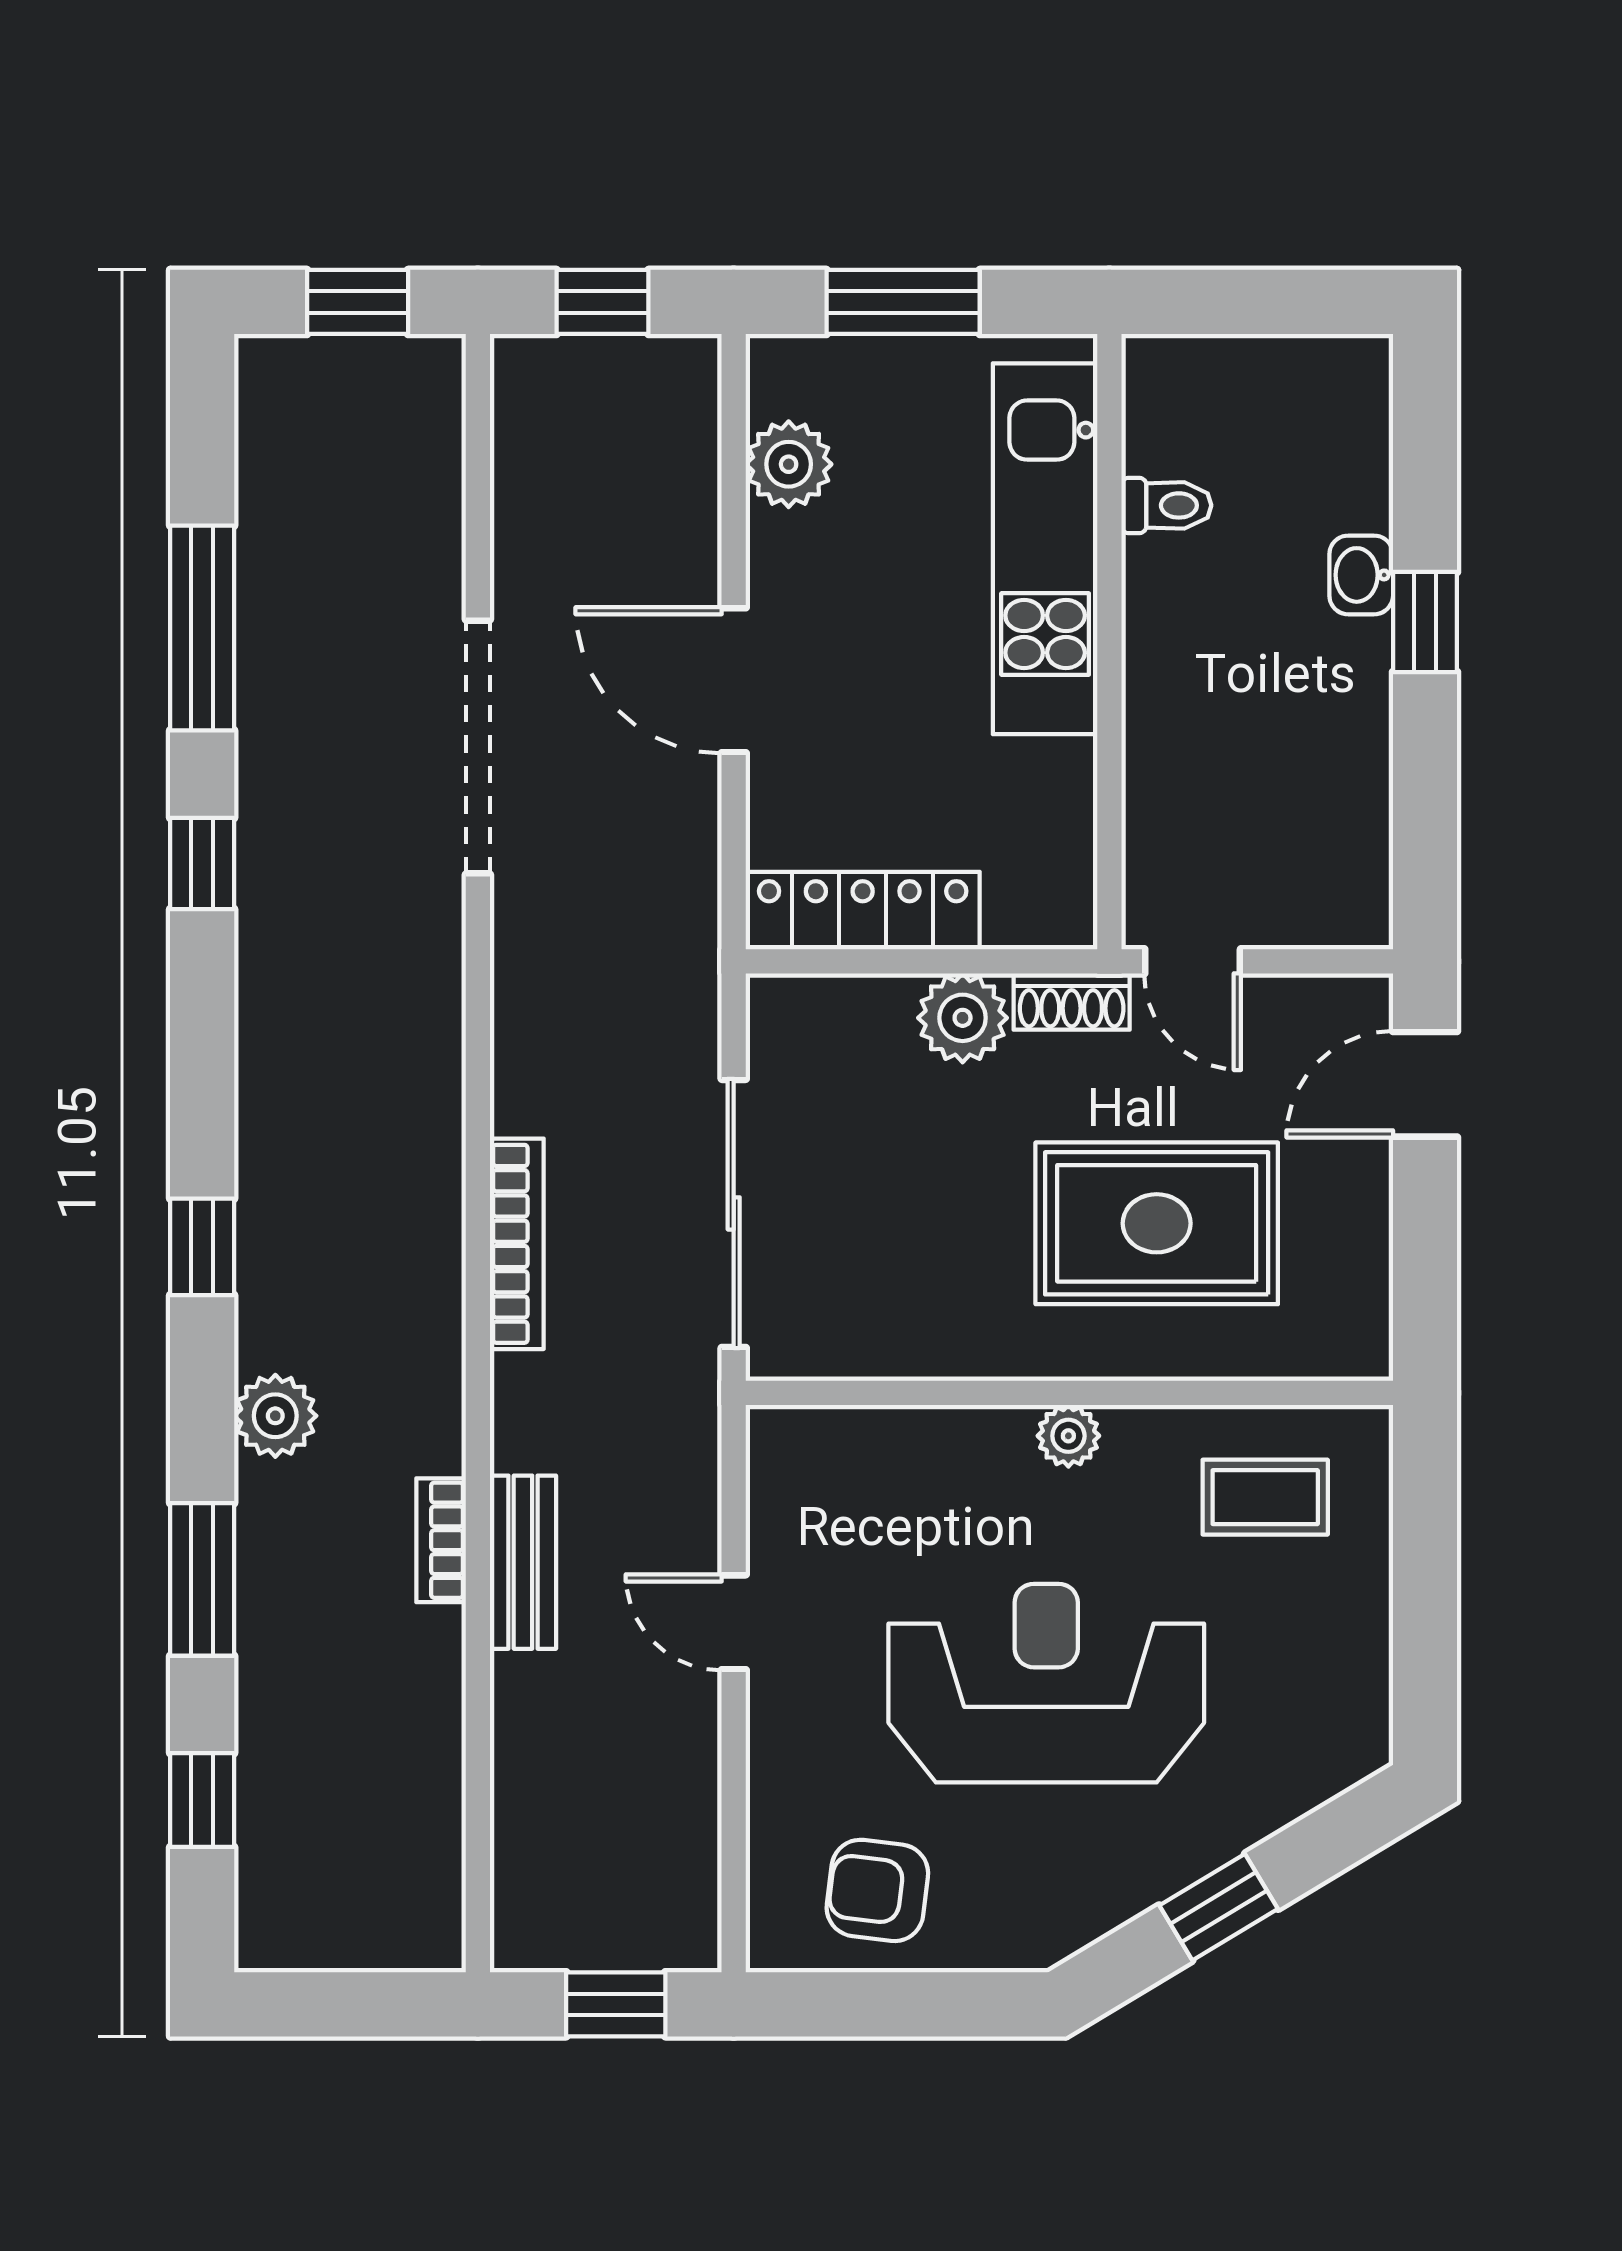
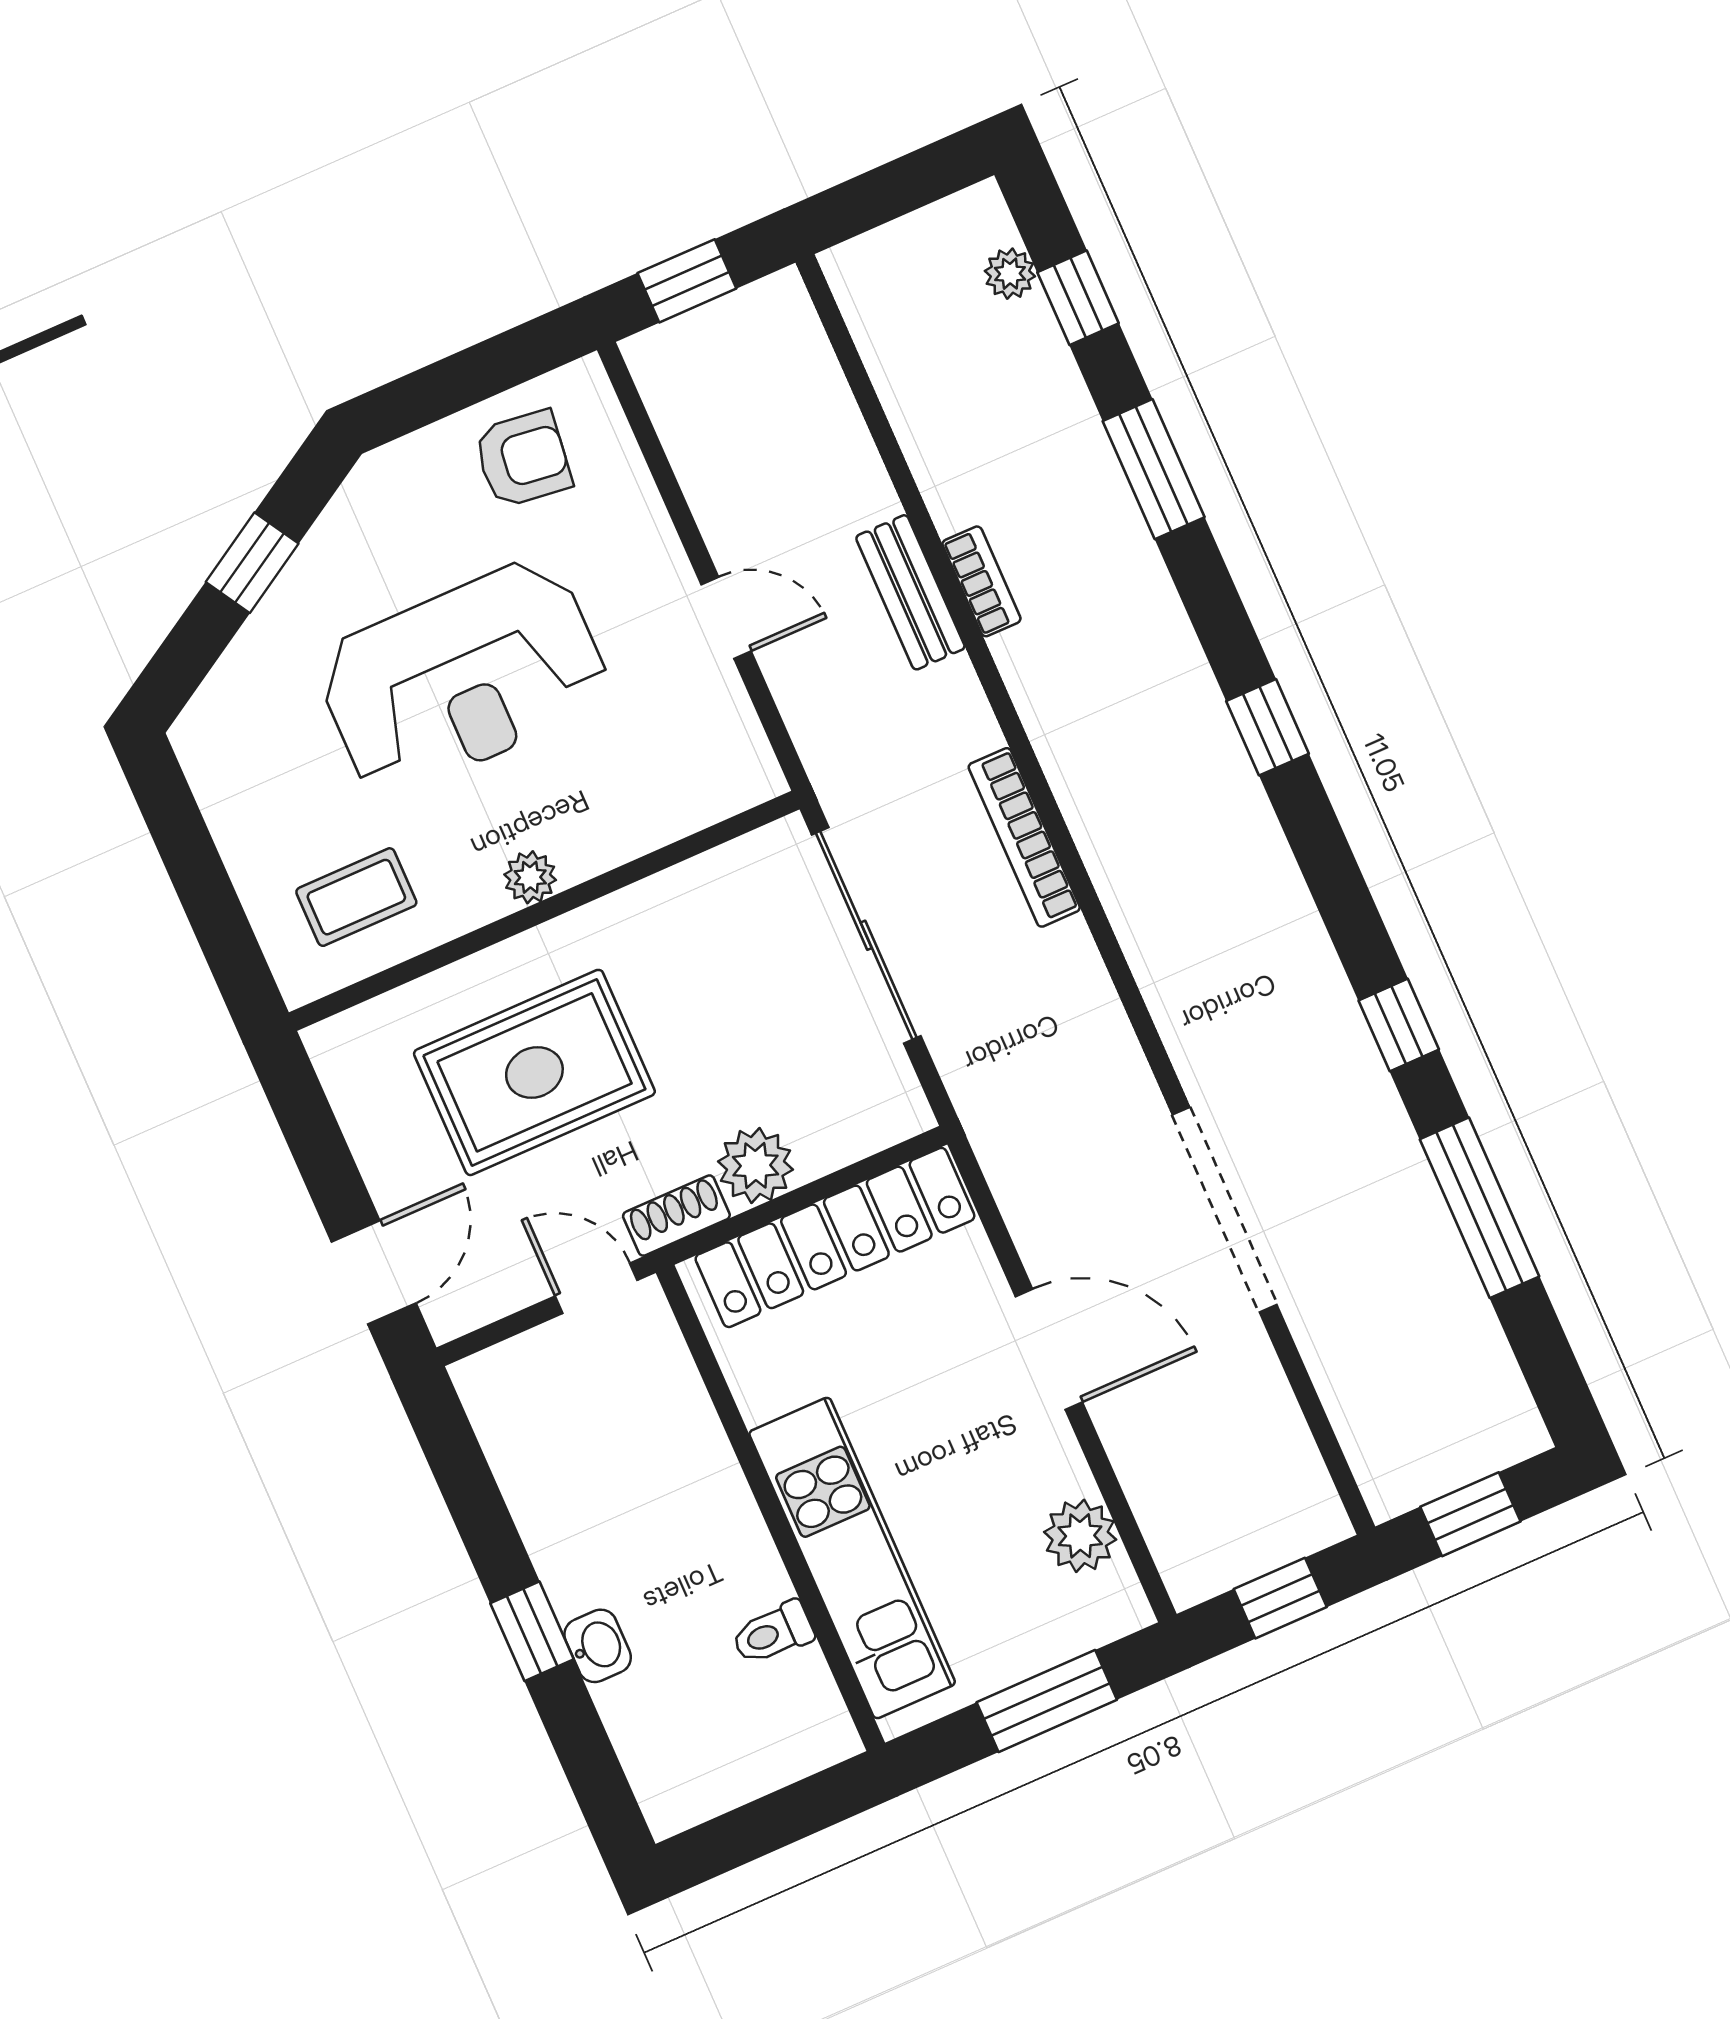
locker: (863, 911) -> (835, 1237), width x1.41, depth x1.21
plant: (275, 1416) -> (1010, 274), moved, width x0.73, depth x0.73

